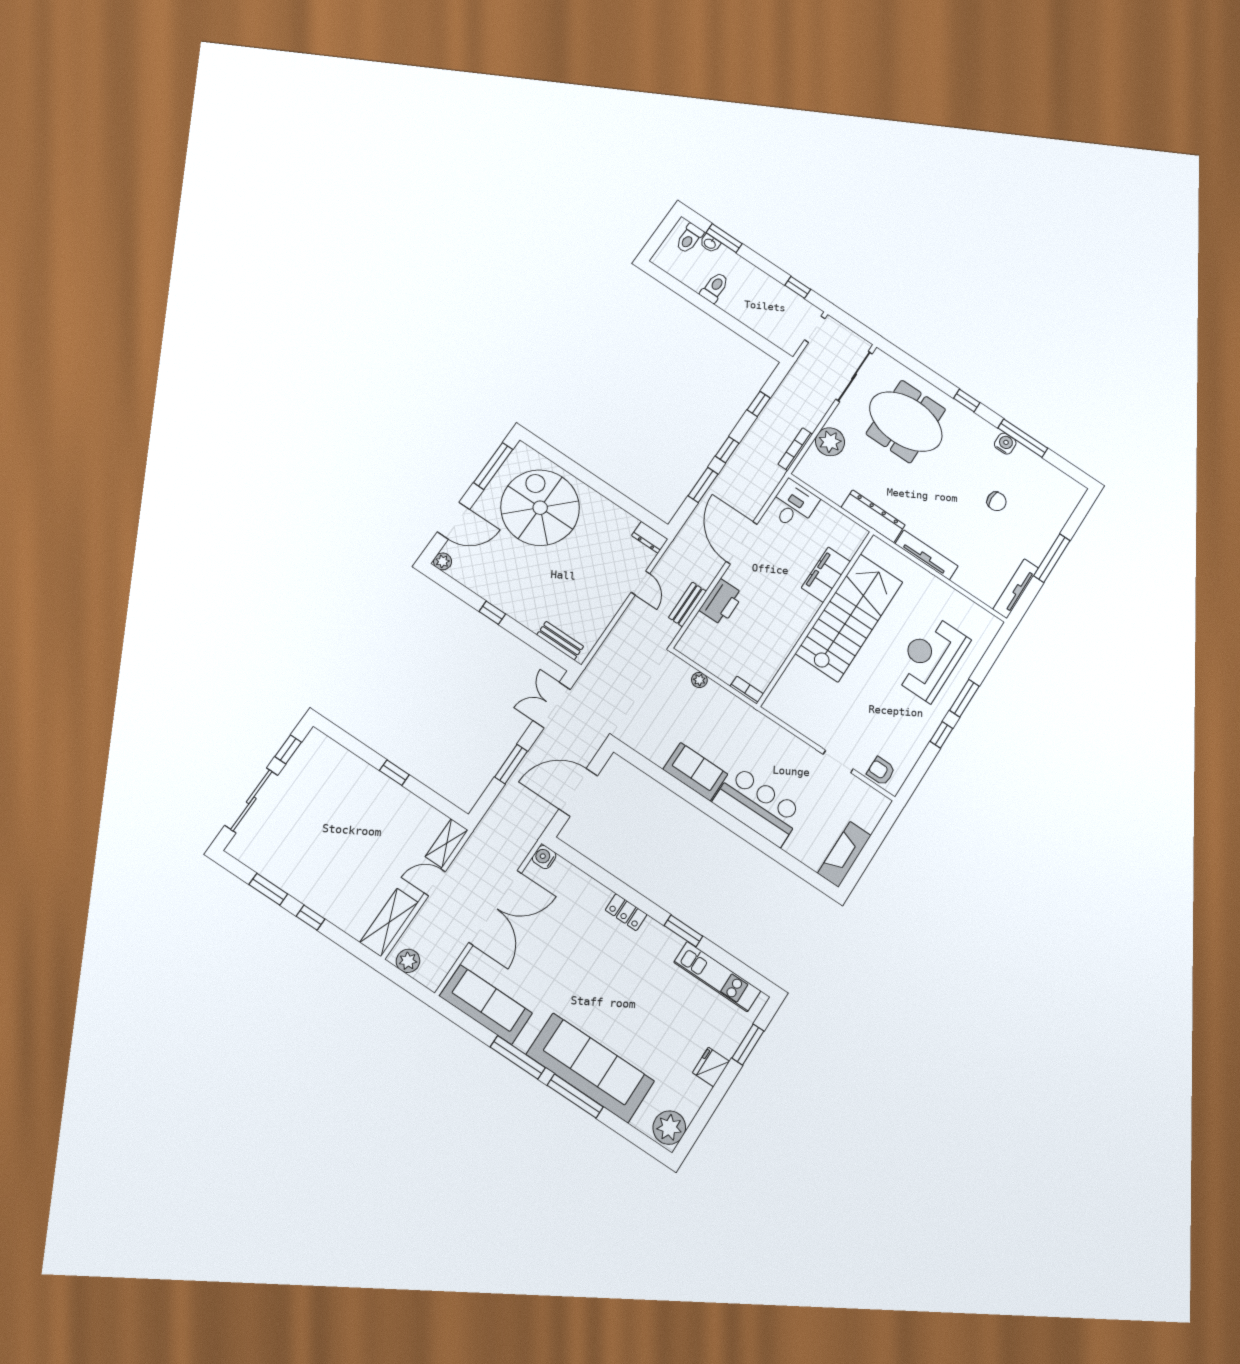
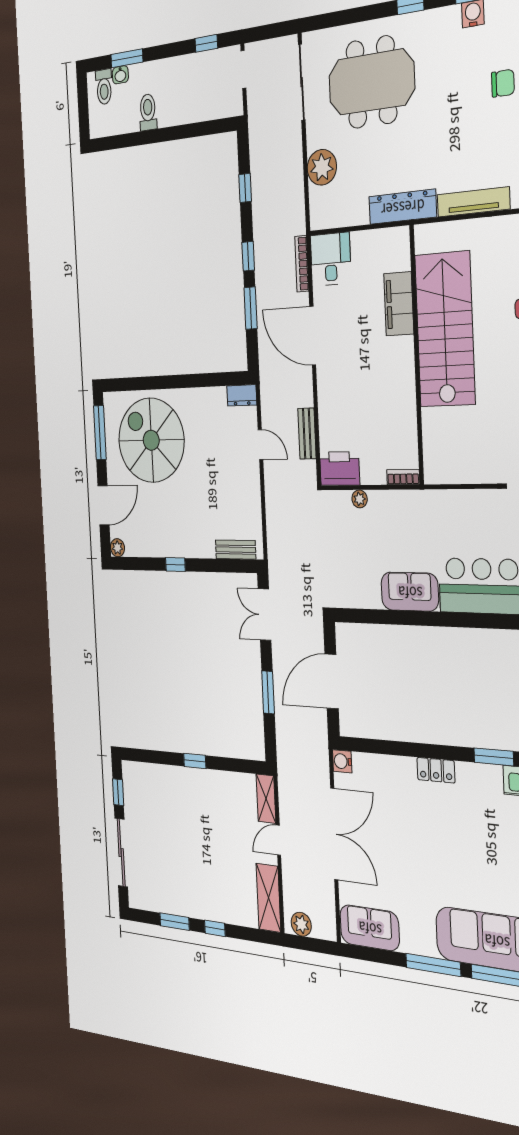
bookcase: (795, 449) -> (302, 264), moved
printer: (721, 602) -> (340, 469), moved, turned -90
sofa: (486, 1005) -> (370, 928), width x0.73

